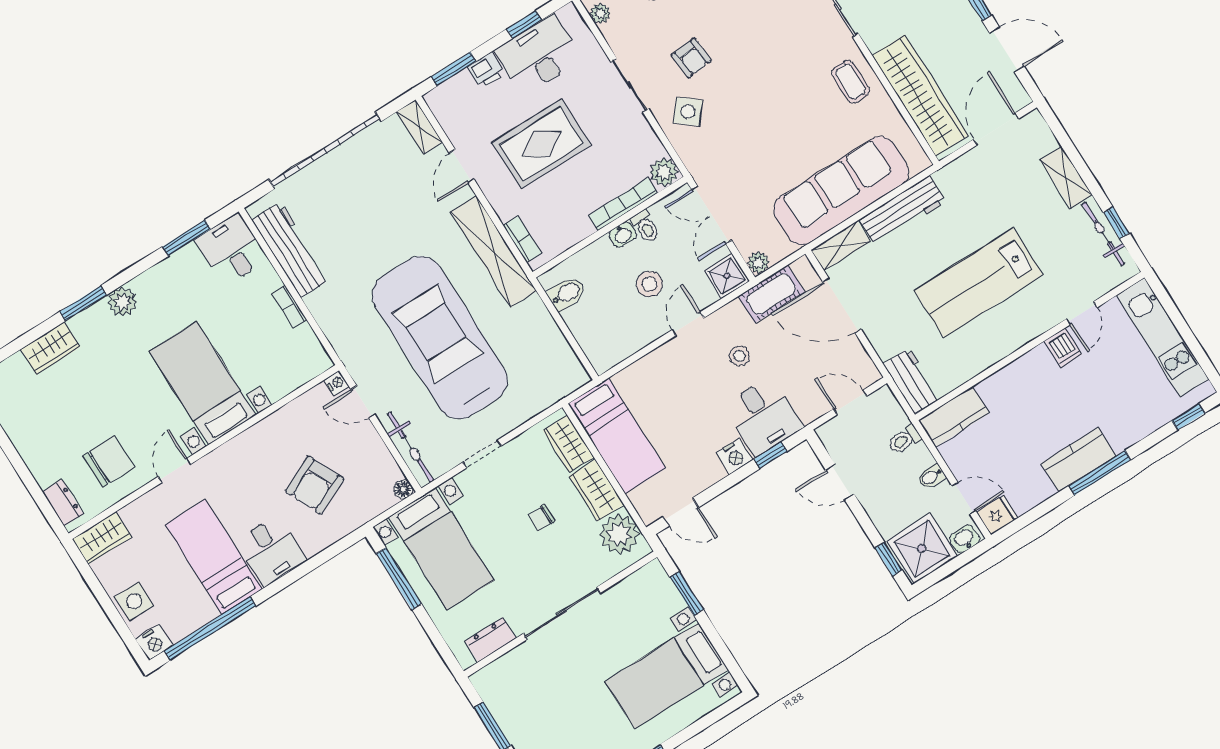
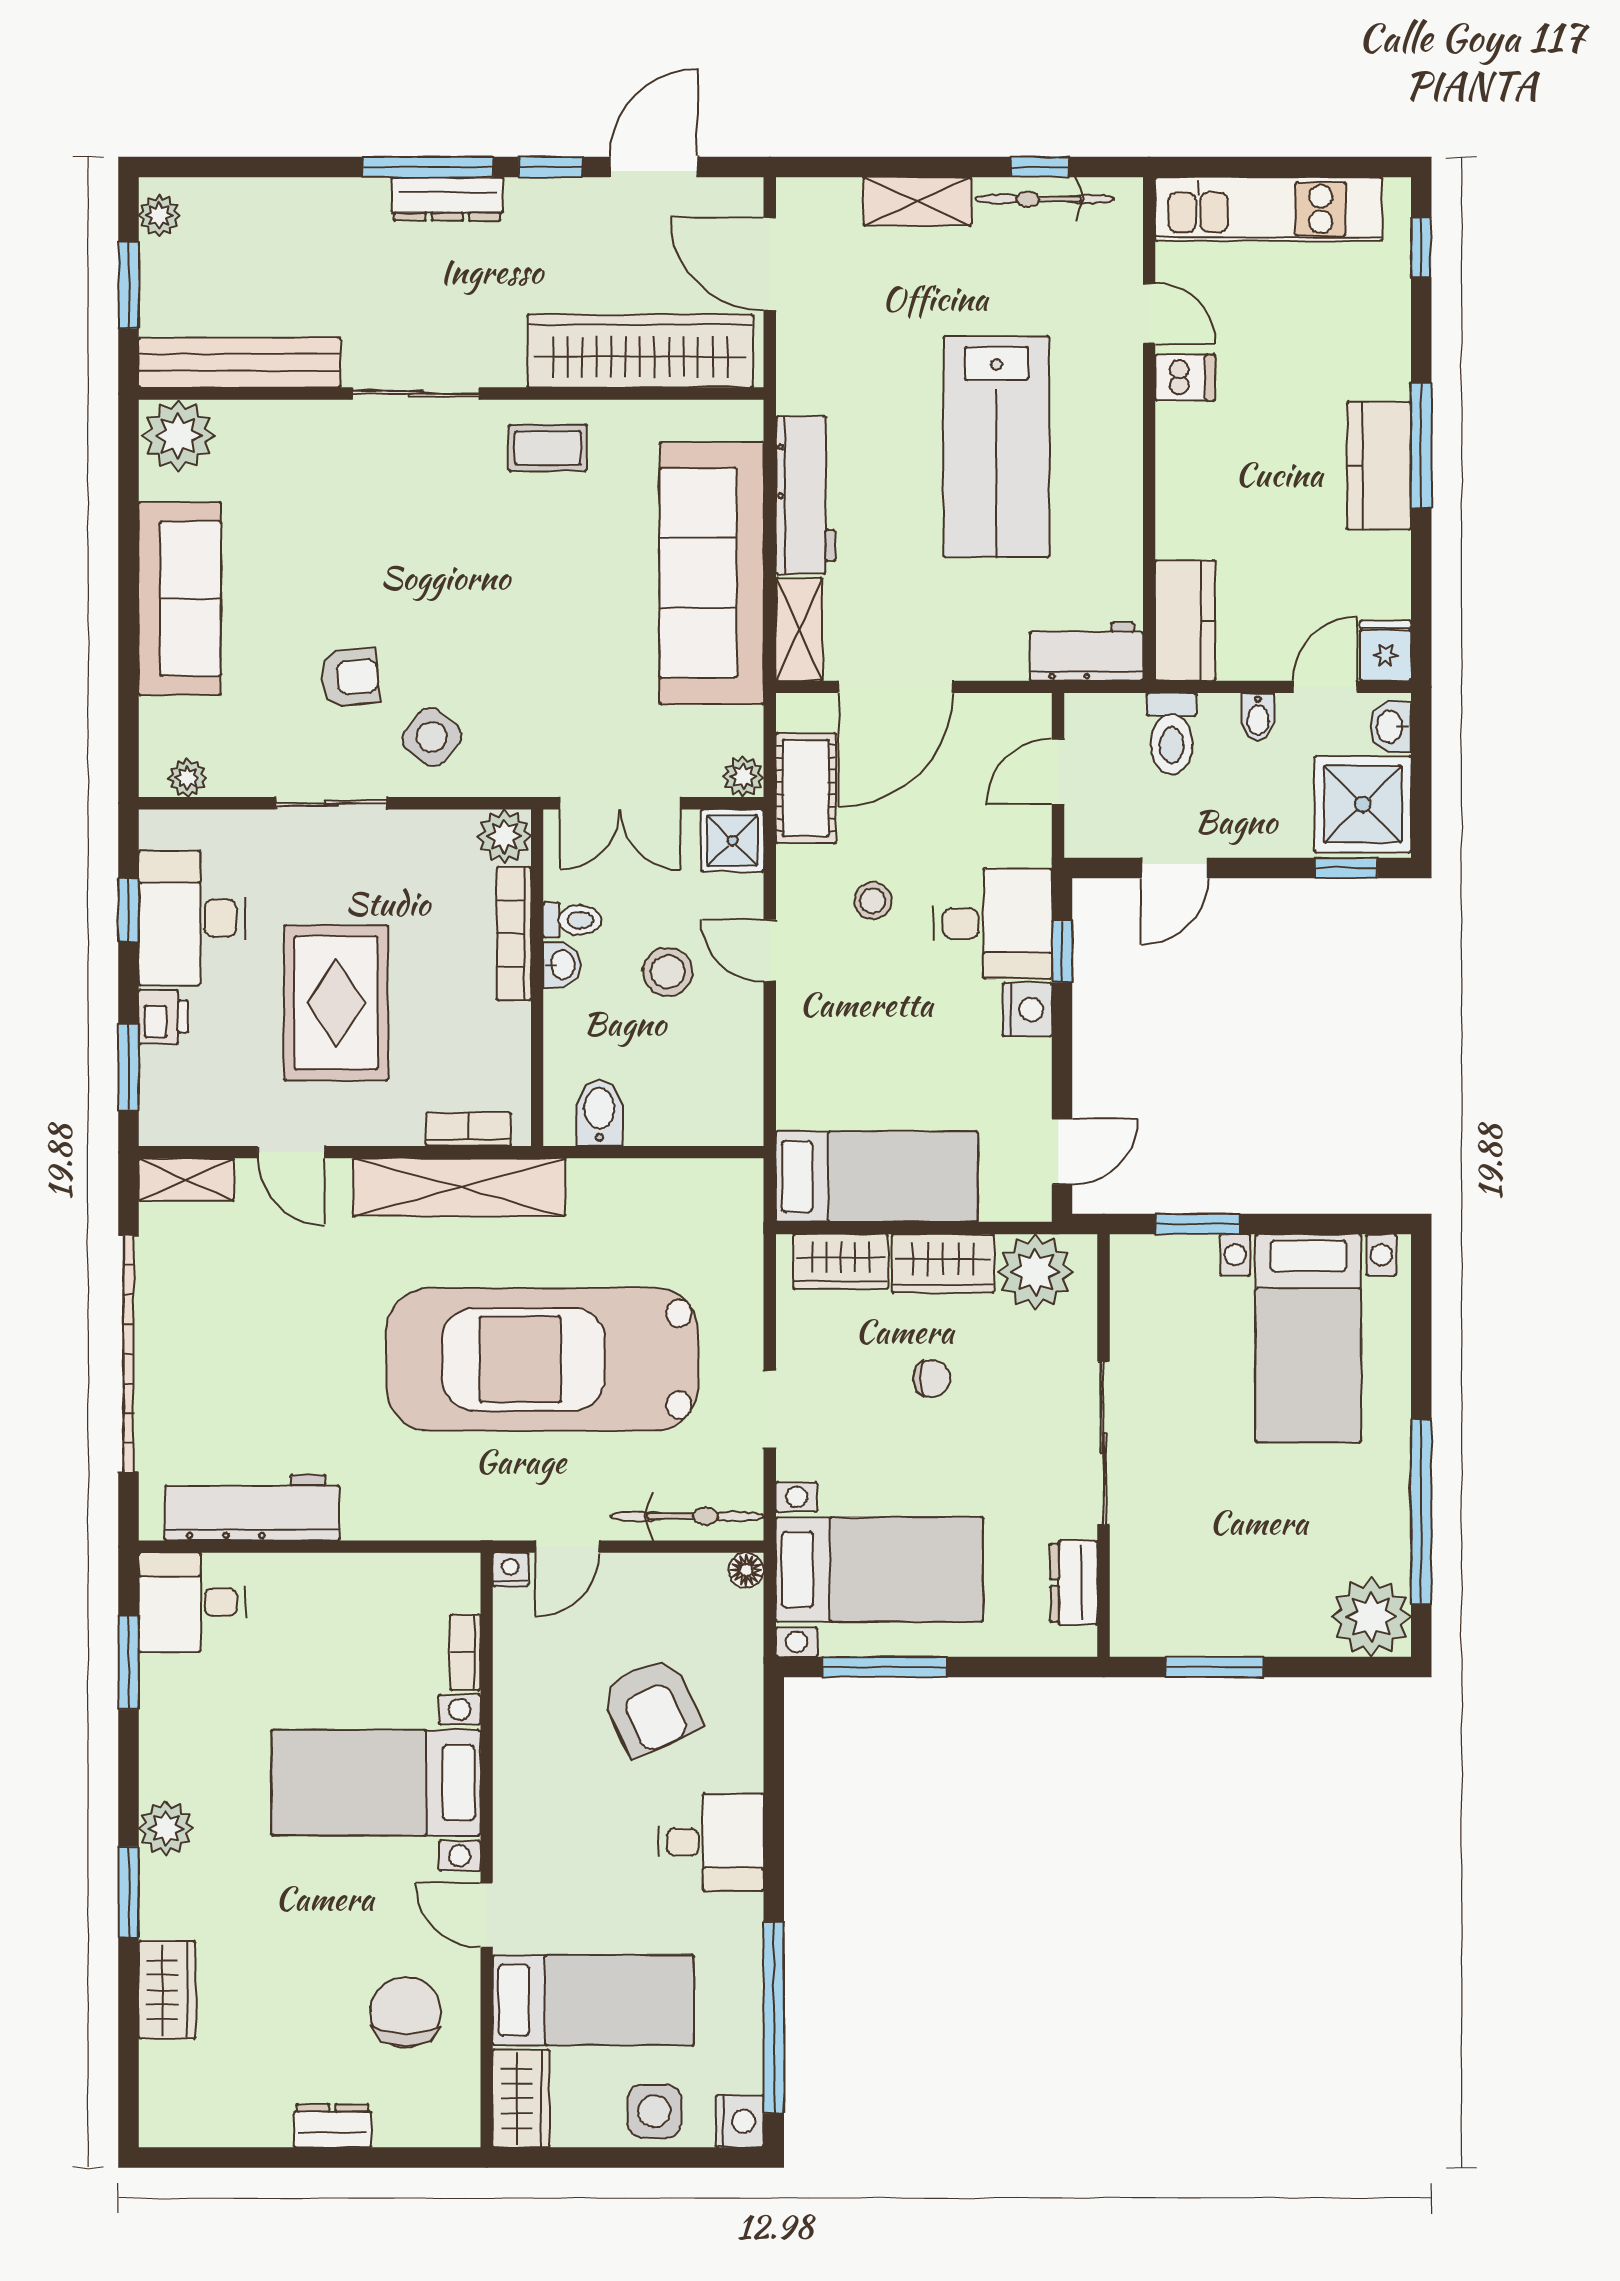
bookcase: (289, 307) -> (465, 1652), moved, turned 90
toilet: (904, 439) -> (1172, 734), width x1.37, depth x1.39
dresser: (63, 503) -> (333, 2126), moved
chair: (542, 518) -> (932, 1379), turned -90
bed: (213, 557) -> (593, 2000), moved, turned 180

